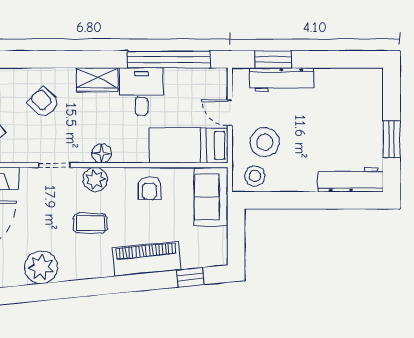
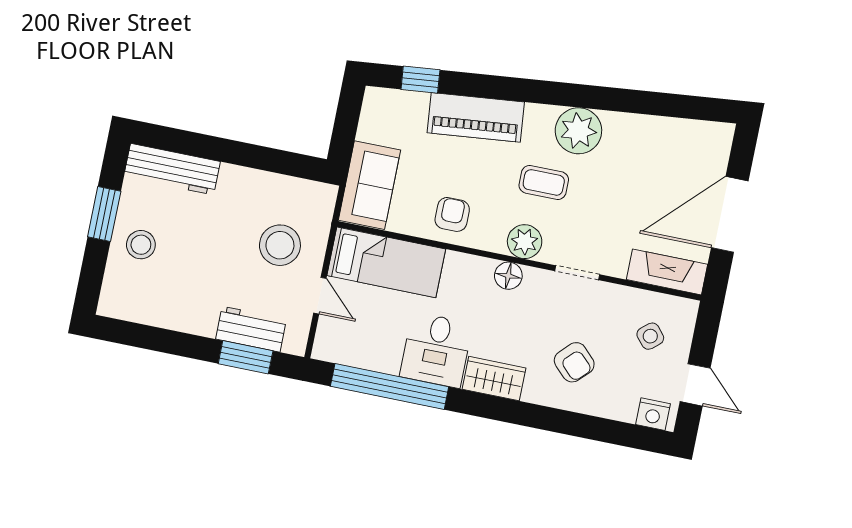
workbench: (282, 80) -> (251, 329), width x0.73
stool: (255, 176) -> (141, 245), moved
plant: (41, 267) -> (578, 131), moved

